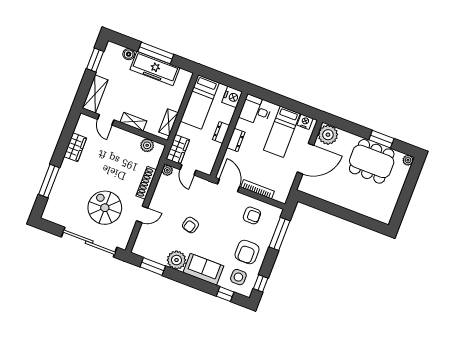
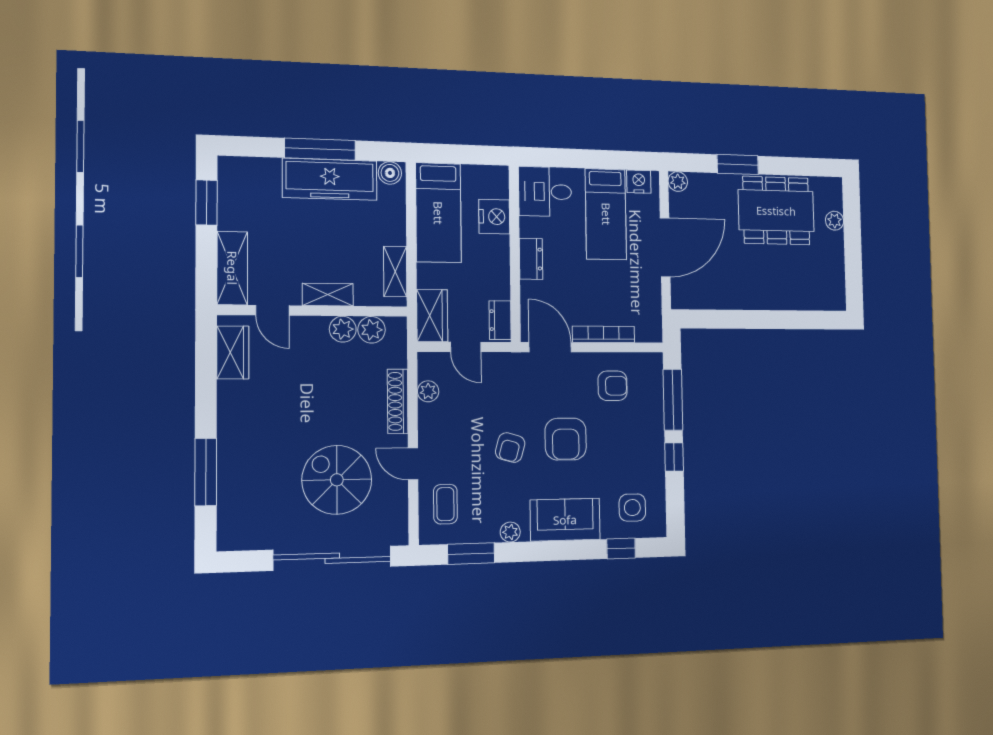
boiler: (129, 54) -> (390, 173), moved
nightstand: (232, 97) -> (494, 217), moved
dresser: (221, 133) -> (500, 320), moved
plant: (328, 135) -> (678, 182), width x0.53, depth x0.53
window: (381, 139) -> (738, 164), moved
plant: (134, 140) -> (343, 329), added
wardrobe: (75, 147) -> (233, 352), moved
plant: (408, 160) -> (835, 221), moved
plant: (167, 170) -> (428, 391), moved
door: (142, 214) -> (413, 464), swing flipped
coffee table: (150, 239) -> (445, 504), added
armchair: (247, 252) -> (566, 439), moved
plant: (177, 260) -> (510, 532), width x0.53, depth x0.53
window: (261, 283) -> (674, 457), moved

